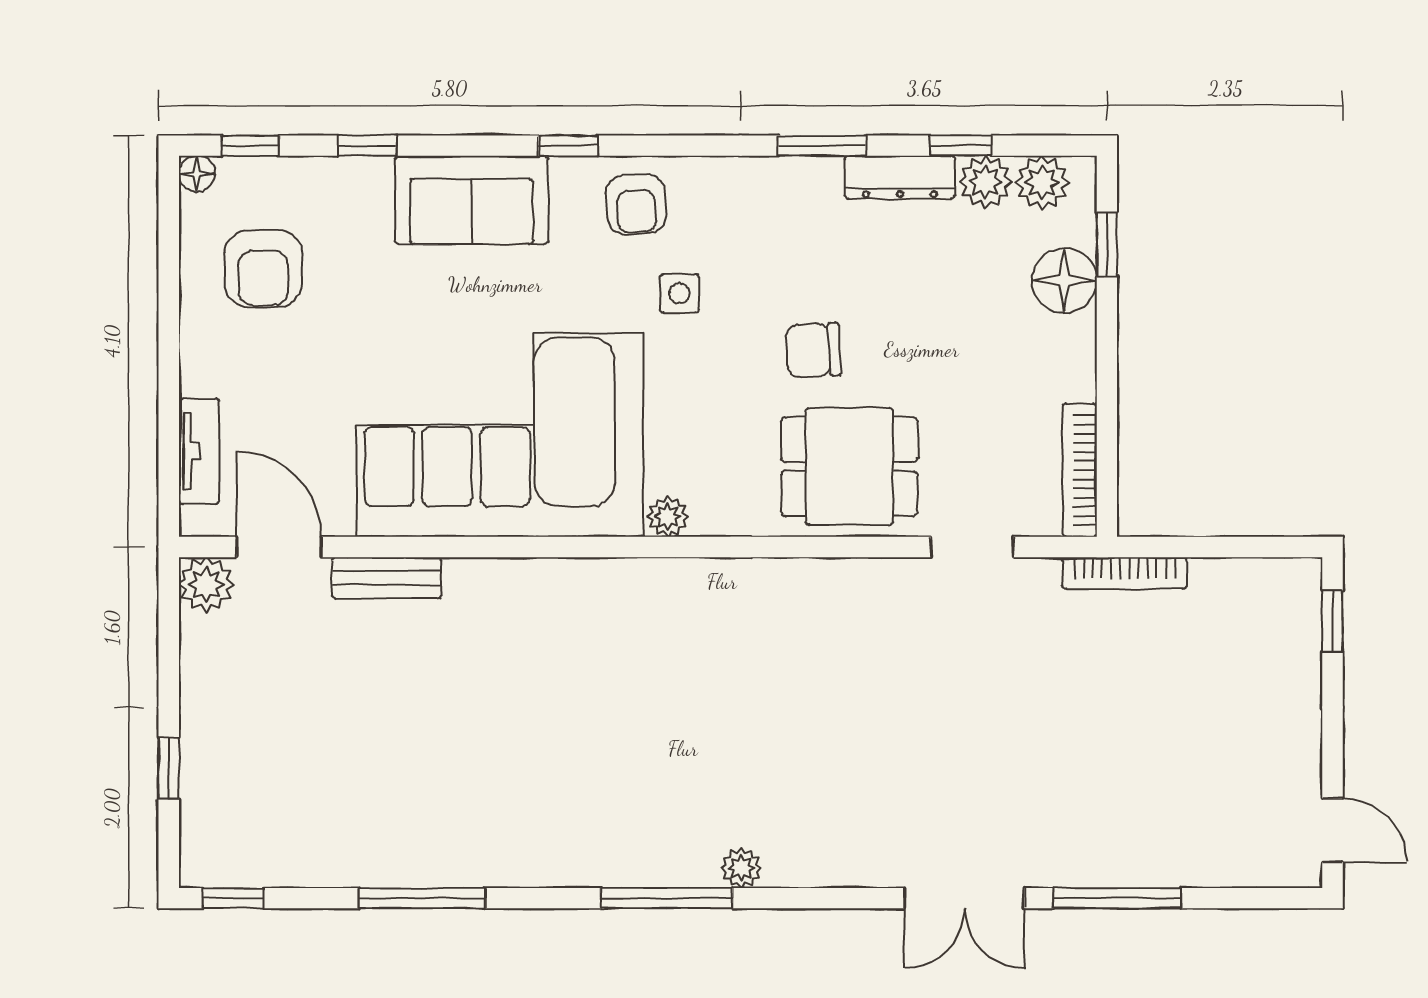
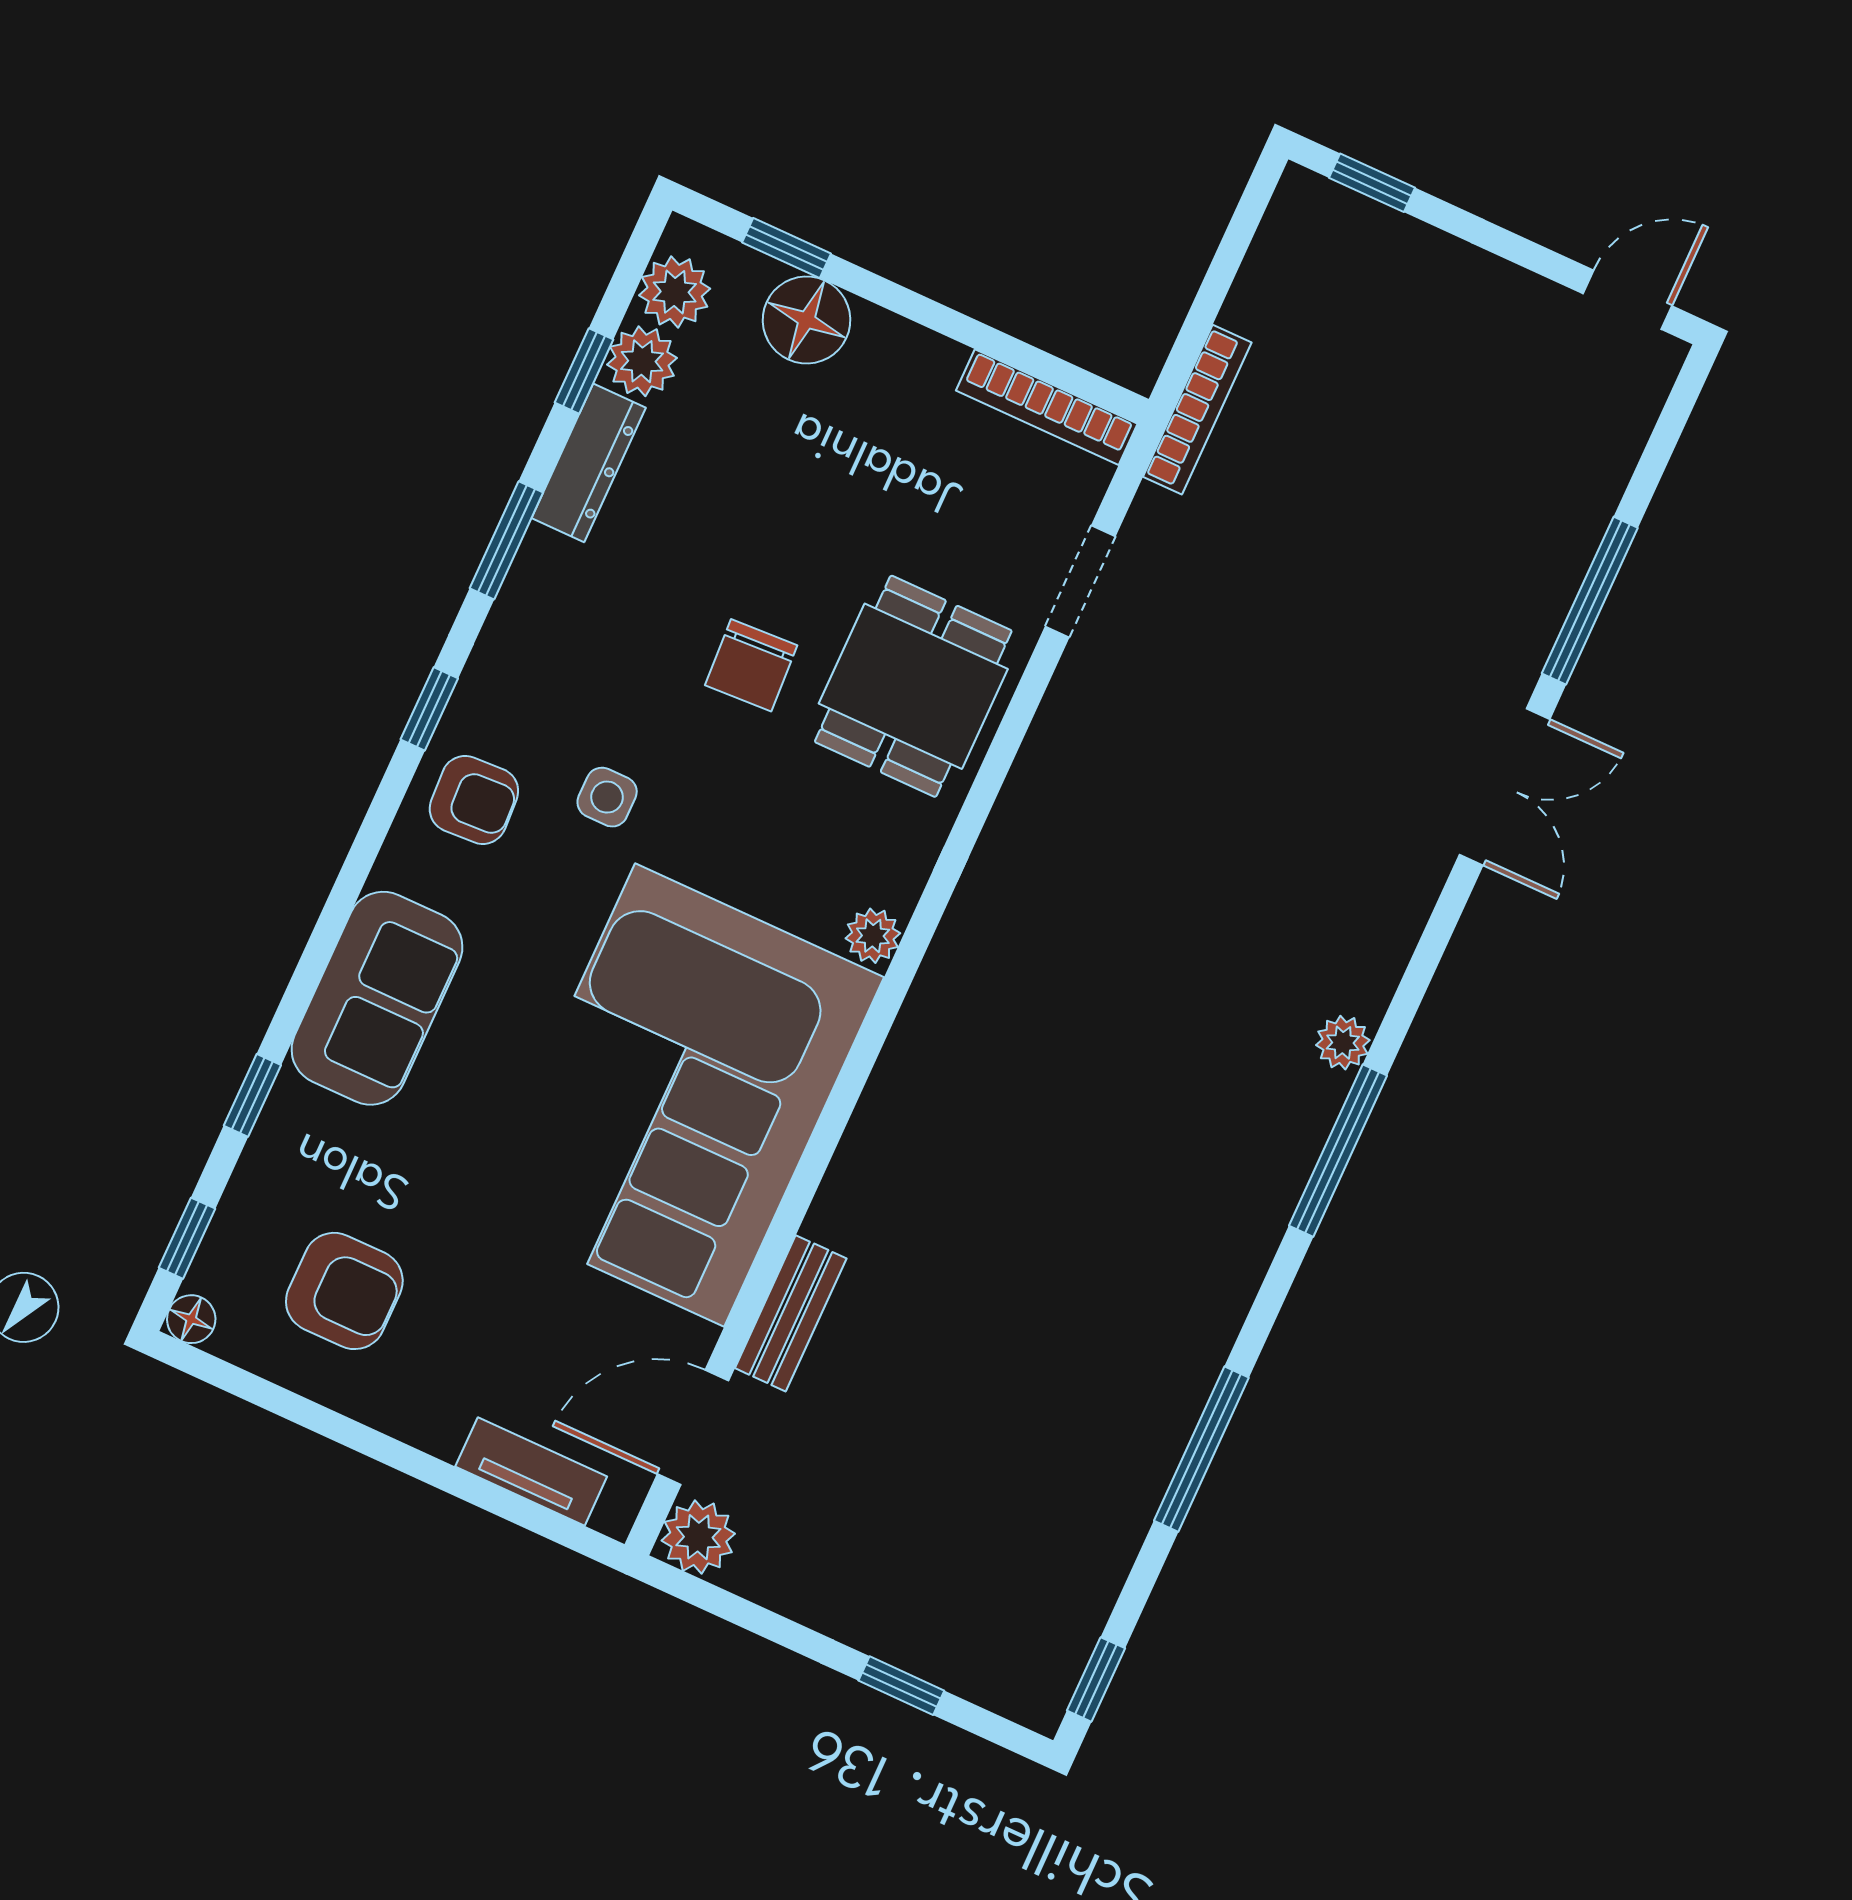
window: (568, 146) -> (429, 709), moved

